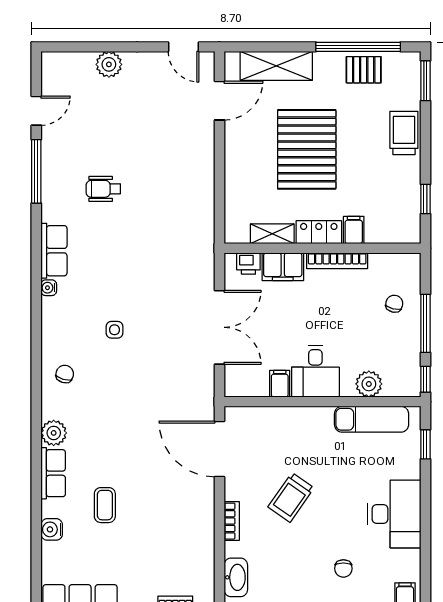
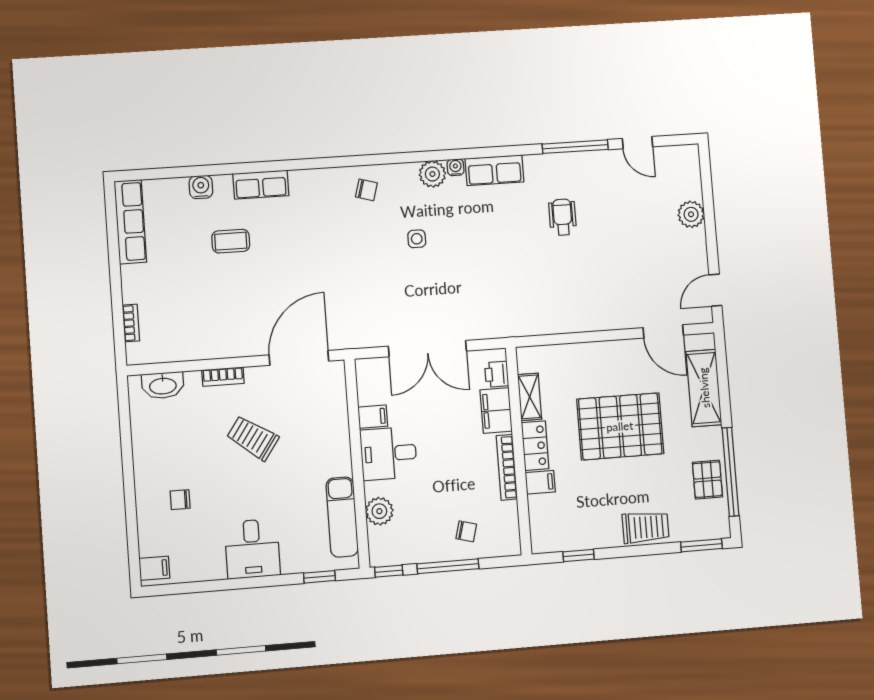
plant: (54, 433) -> (432, 174), moved
desk: (394, 514) -> (252, 549), width x0.73

